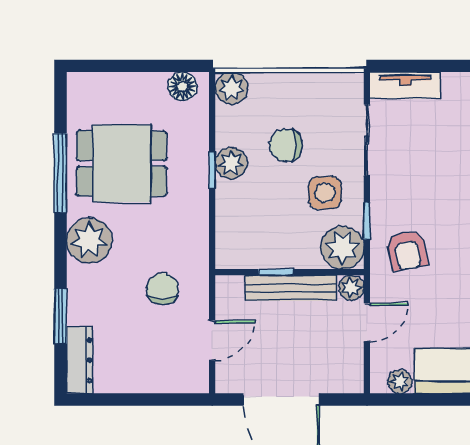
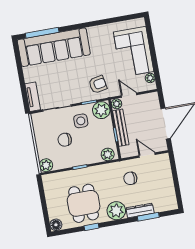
floor lamp: (182, 86) -> (56, 225), moved
chair: (286, 145) -> (65, 140), turned 90
plant: (231, 163) -> (108, 154), moved
window: (61, 173) -> (92, 227), width x0.46
dresser: (80, 360) -> (140, 210), moved

